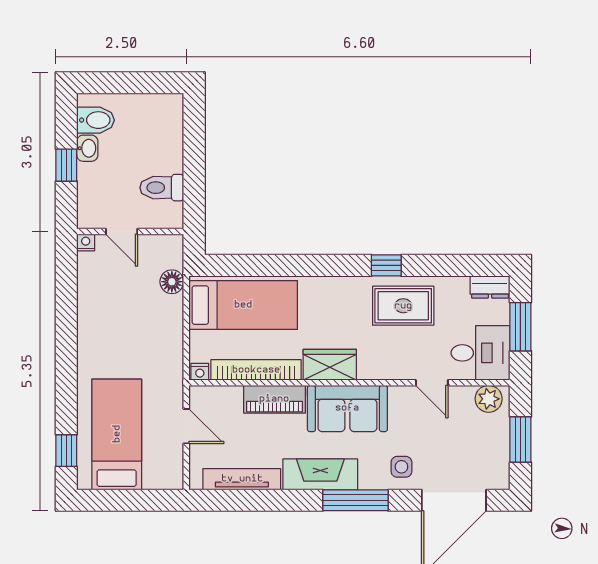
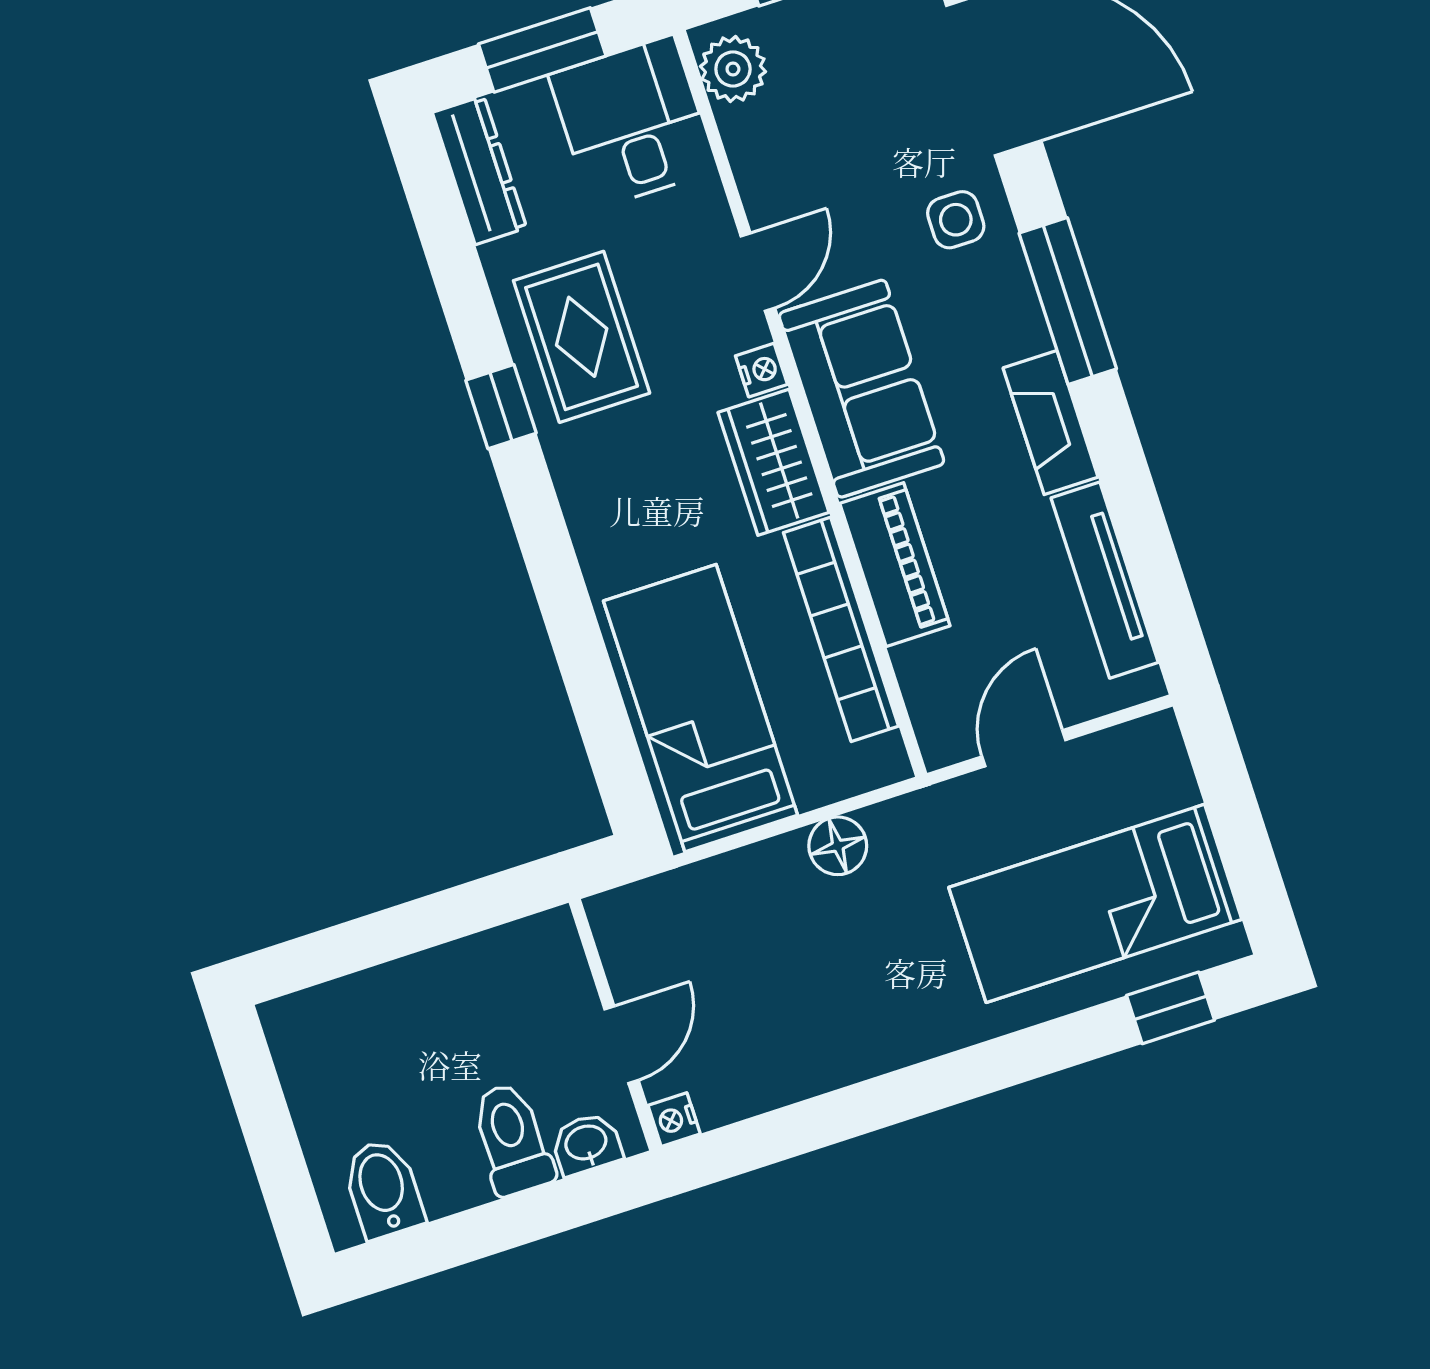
washbasin: (87, 148) -> (586, 1144), moved
window: (66, 165) -> (510, 1223), removed
toilet: (162, 188) -> (512, 1139), moved, turned 180
floor lamp: (172, 282) -> (838, 846), moved
dresser: (490, 287) -> (479, 170), width x1.44
nightstand: (200, 372) -> (761, 370), moved
door: (432, 383) -> (758, 272), moved
fireplace: (320, 474) -> (1051, 423), width x0.73, depth x0.76

